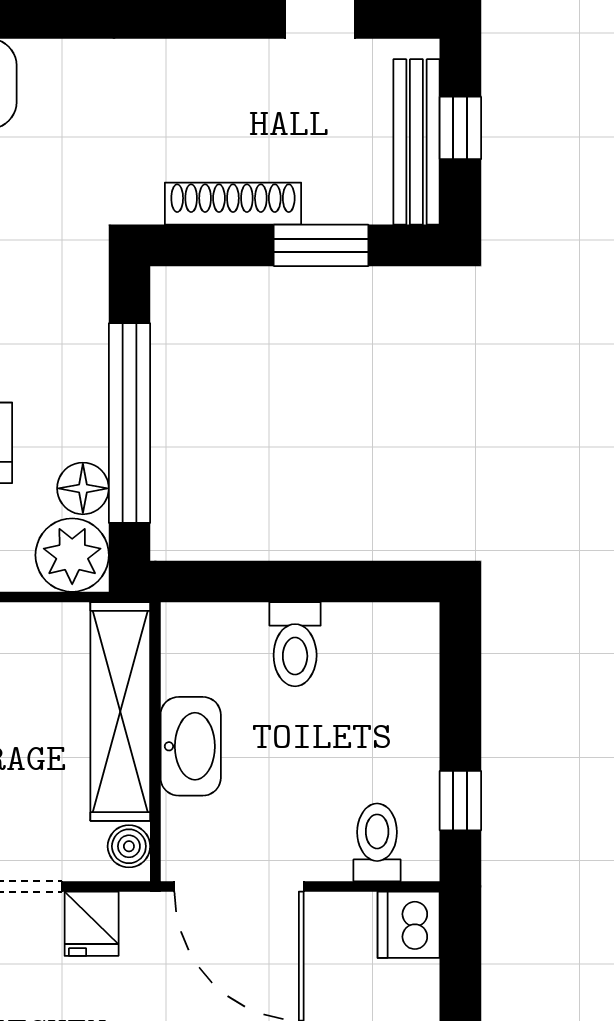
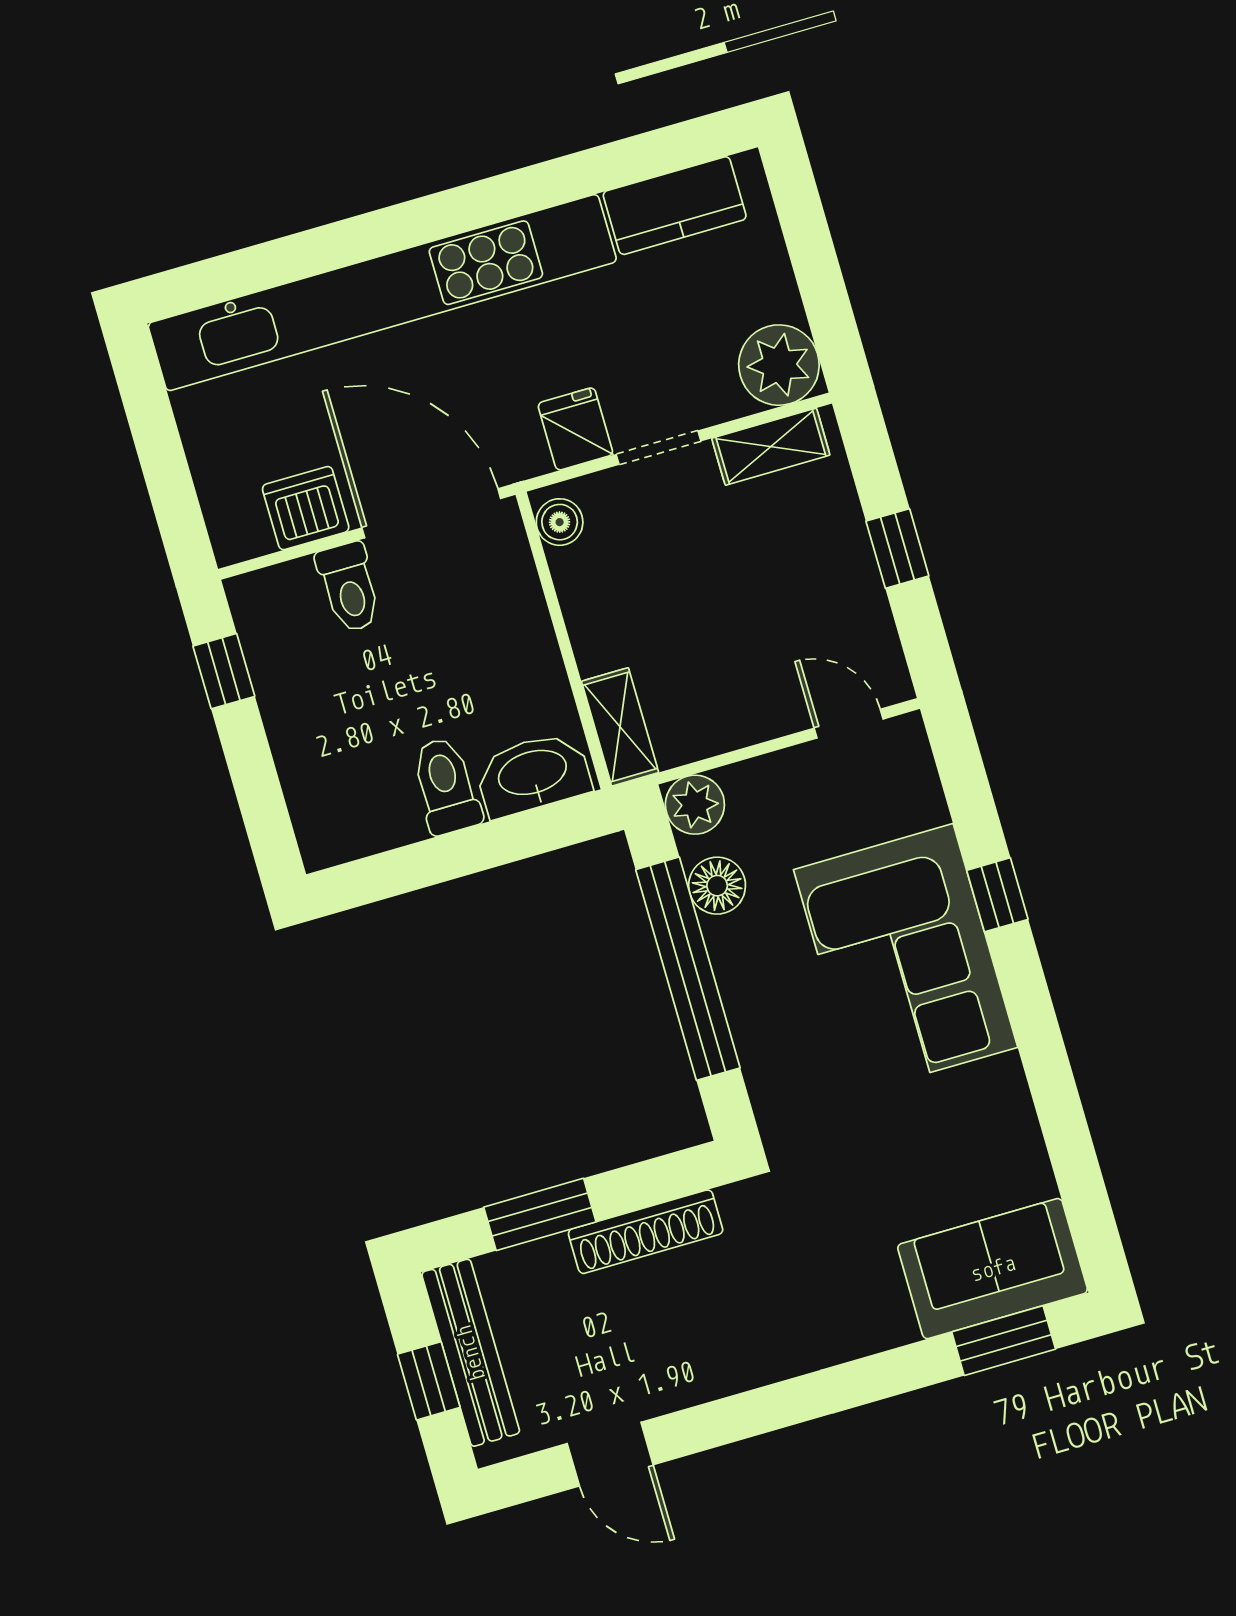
plant: (72, 555) -> (695, 805), width x0.73, depth x0.73
shelving: (120, 712) -> (620, 727), width x0.45, depth x0.75
washbasin: (191, 746) -> (533, 774), moved, turned 90
toilet: (377, 842) -> (349, 587), moved
dishwasher: (409, 925) -> (306, 508), moved, turned -90

